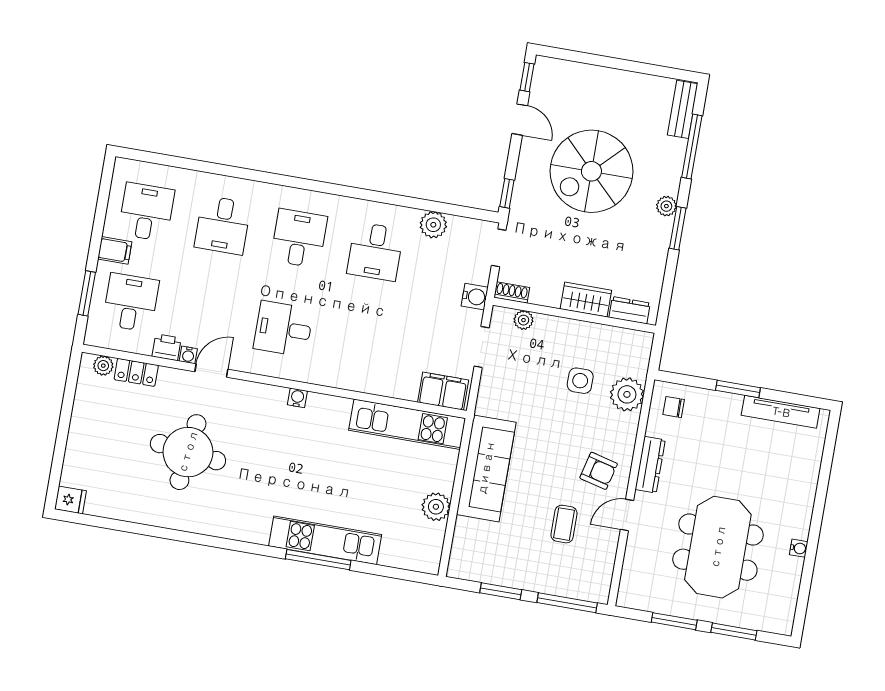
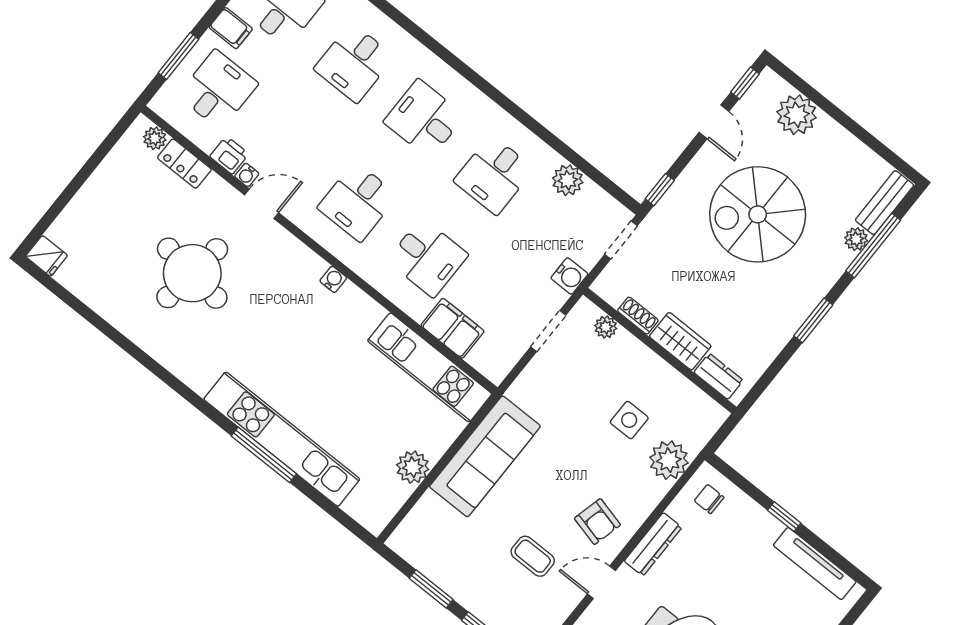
plant: (579, 80) -> (797, 115), added
plant: (666, 206) -> (856, 239), moved
desk: (299, 238) -> (424, 119), turned -90
shoe rack: (512, 293) -> (638, 316), moved
desk: (283, 329) -> (358, 202), turned -90
desk: (360, 342) -> (428, 258), added
window: (738, 389) -> (784, 517), width x0.67
filing cabinet: (443, 391) -> (452, 328), moved
coffee table: (564, 524) -> (533, 556), turned 90
kitchen unit: (325, 540) -> (282, 439), width x1.36

